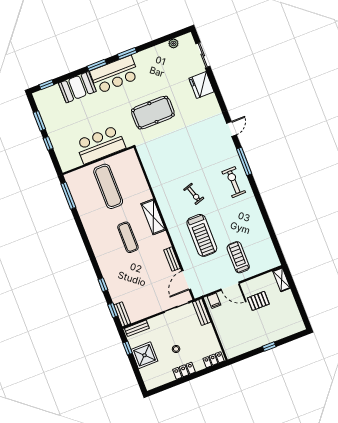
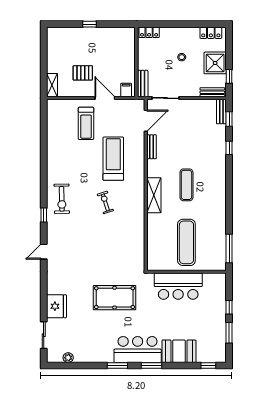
window: (244, 161) -> (44, 215), width x0.46
locker: (184, 371) -> (211, 33), moved

